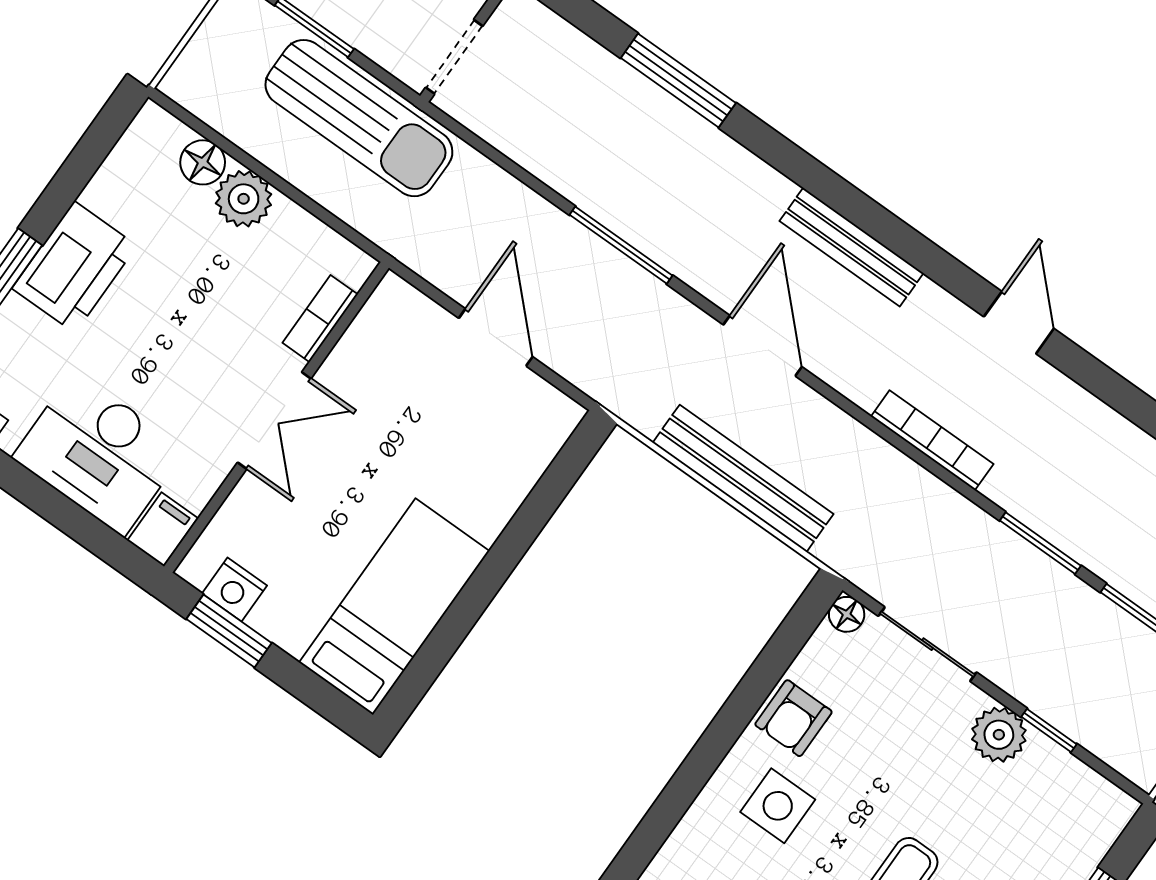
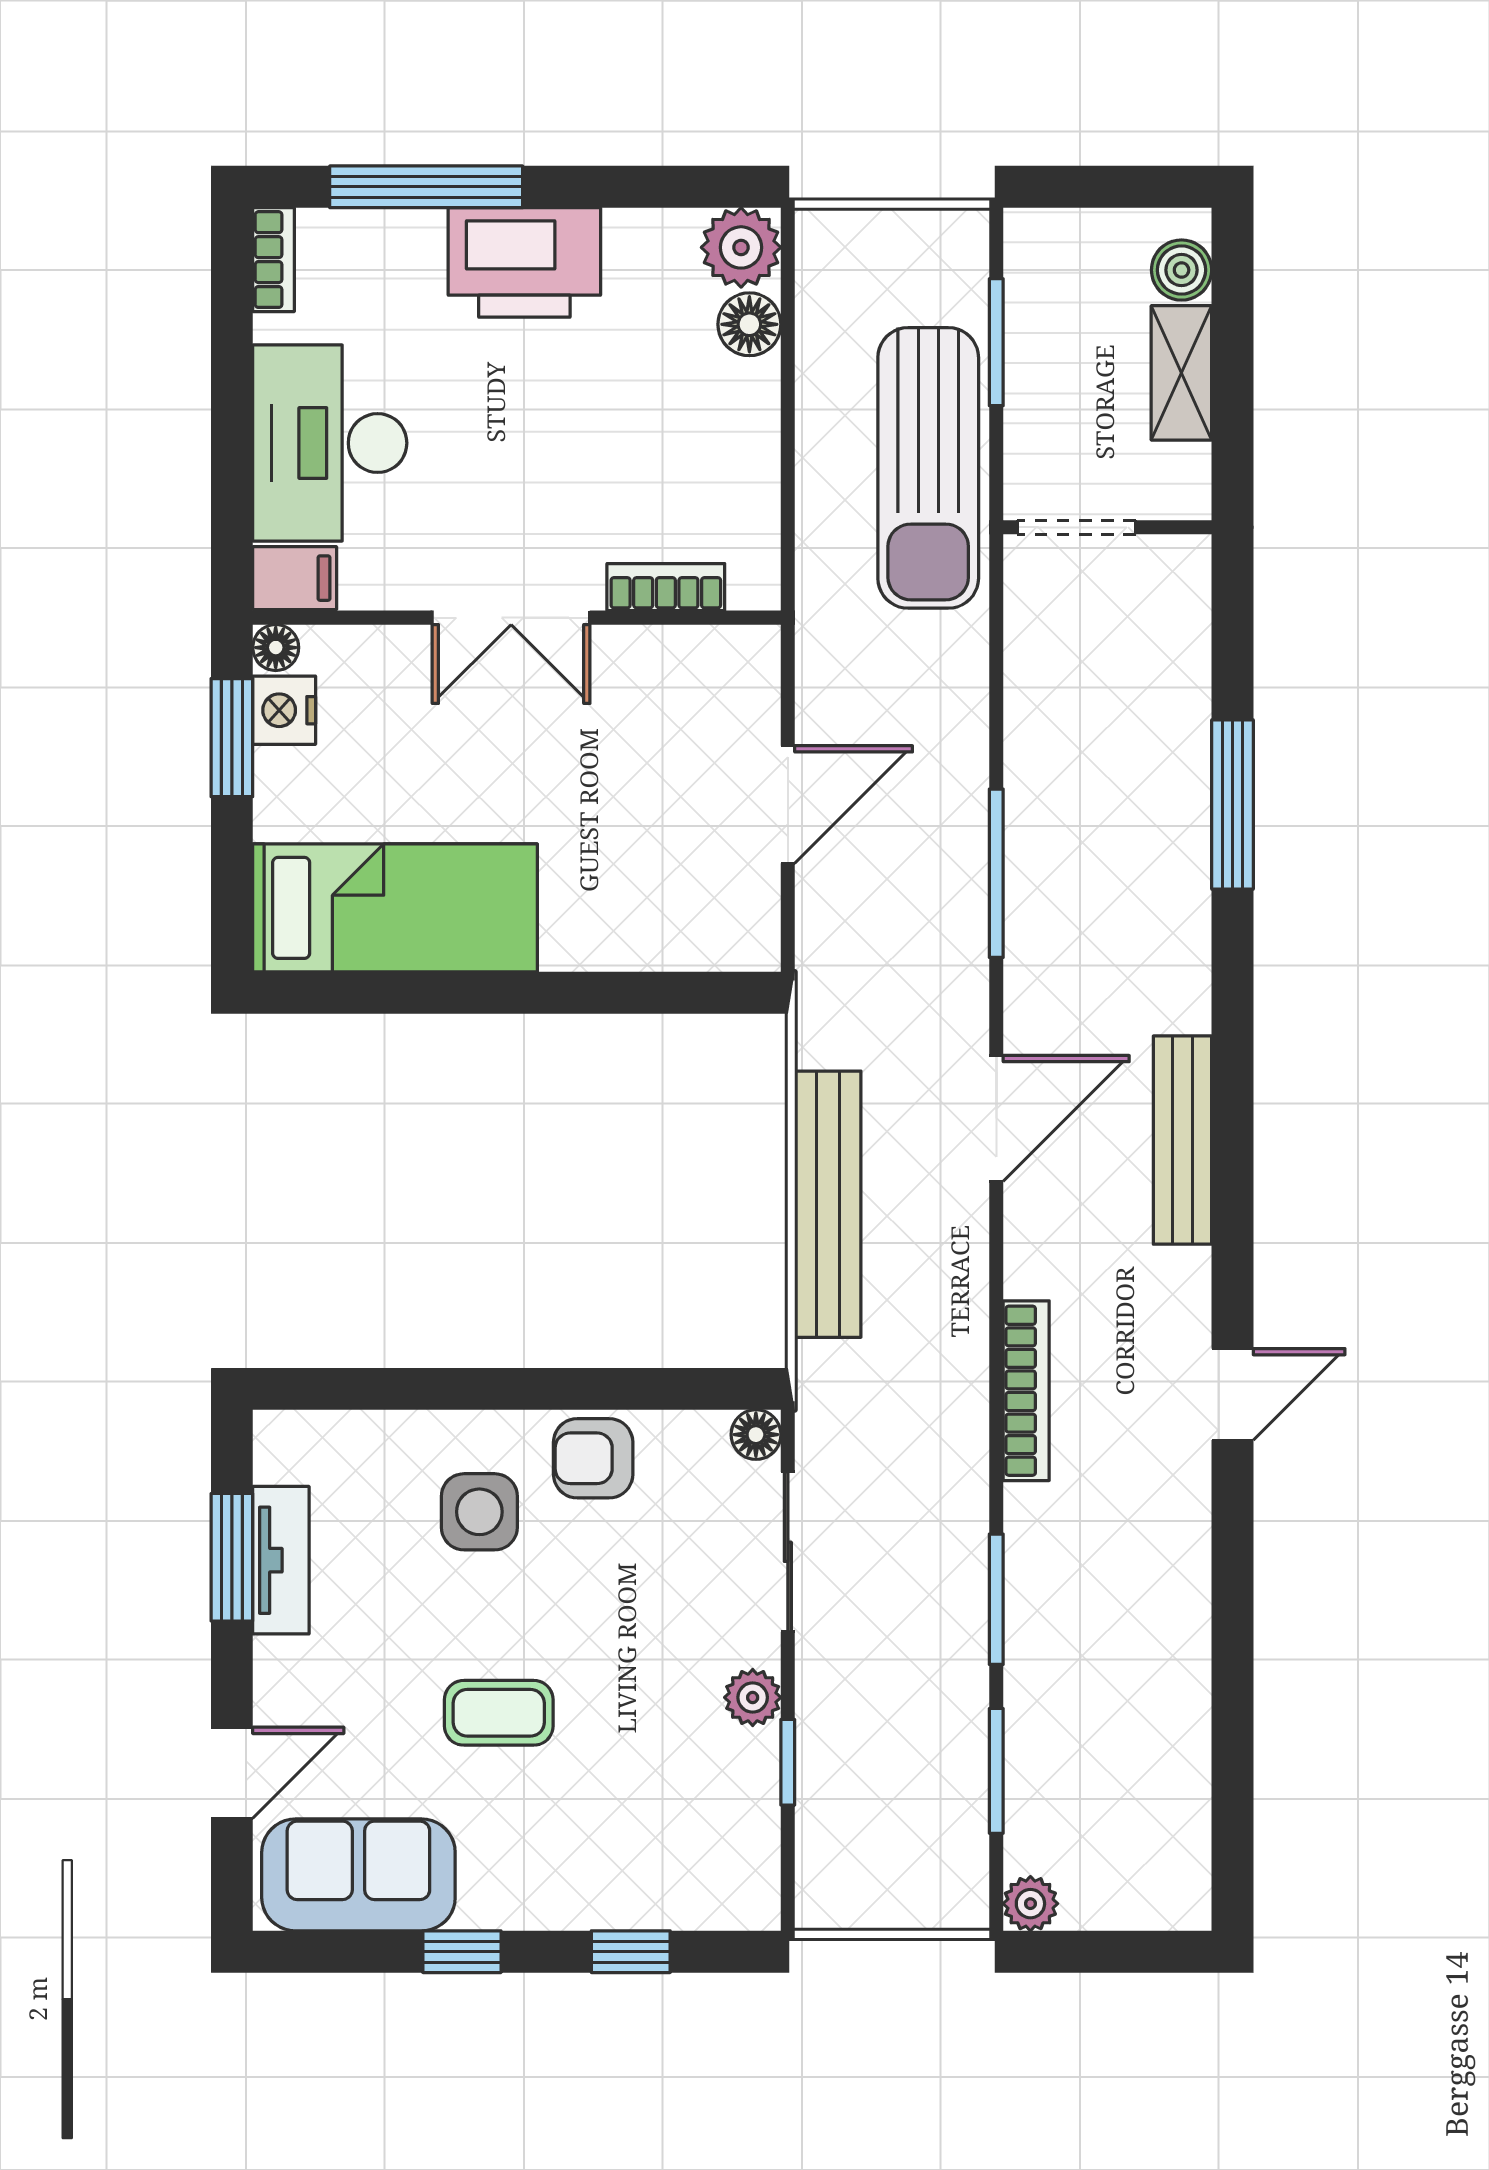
plant: (244, 199) -> (741, 247), moved
floor lamp: (195, 569) -> (276, 648), added
plant: (999, 735) -> (753, 1697), width x0.73, depth x0.73

